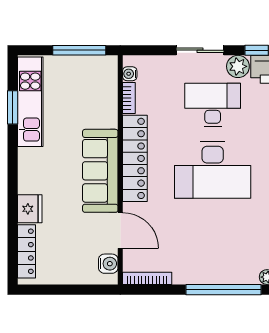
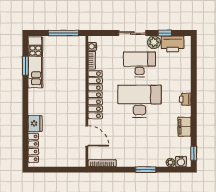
desk: (213, 170) -> (140, 101), turned 180
sofa: (100, 171) -> (75, 102), removed
water cooler: (108, 264) -> (80, 155), removed
window: (224, 290) -> (146, 170), width x0.47

